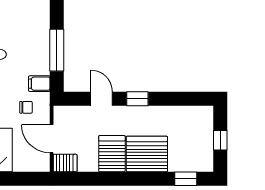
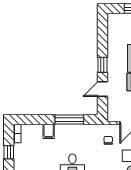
filing cabinet: (39, 84) -> (49, 131), moved

